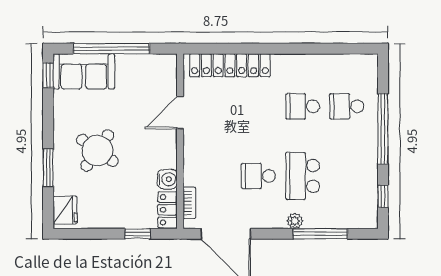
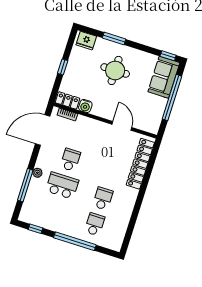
round table: (97, 150) -> (115, 70), turned -35
window: (137, 234) -> (63, 67), moved

